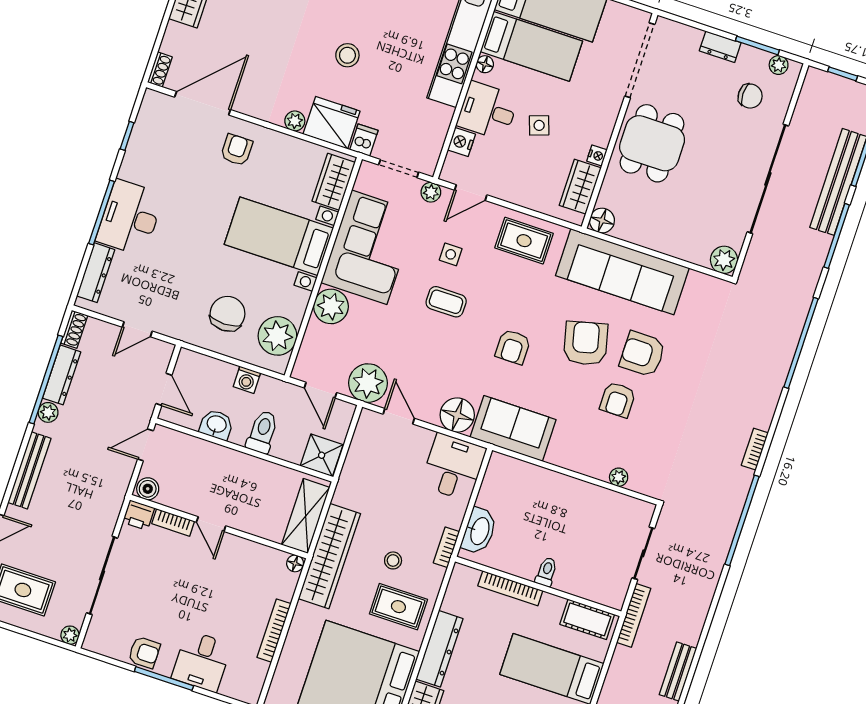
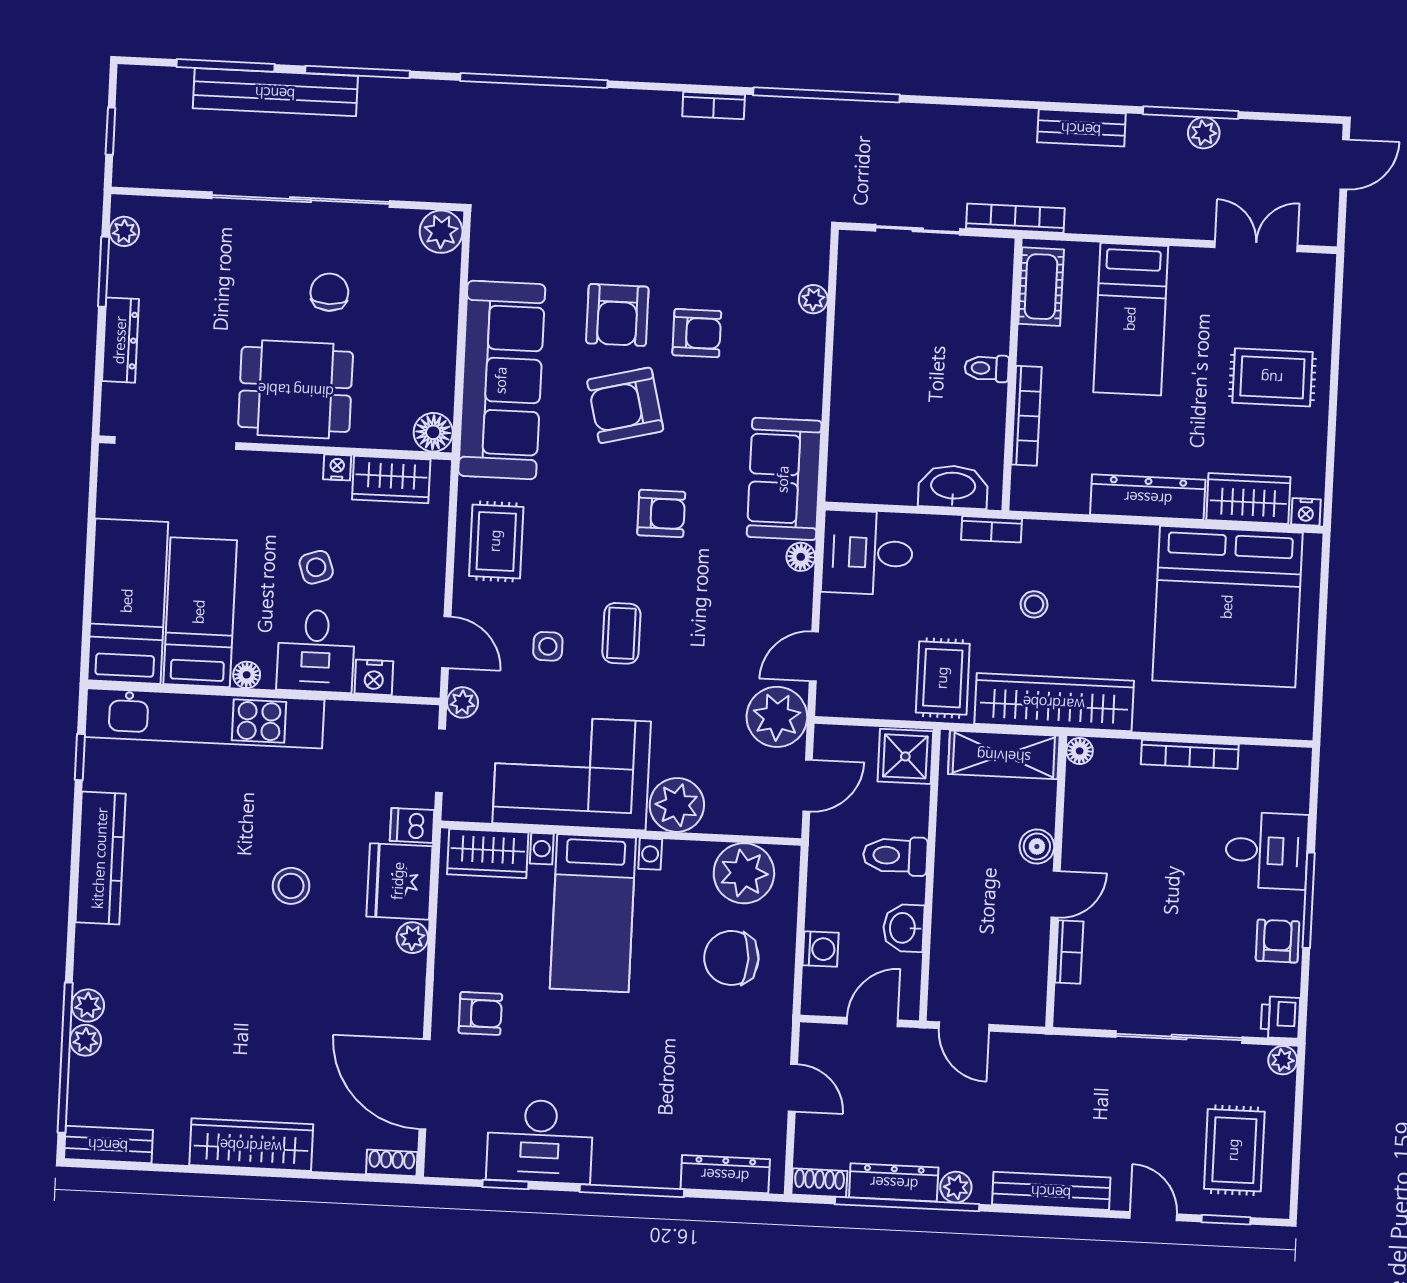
dresser: (720, 47) -> (121, 340), width x1.44
chair: (750, 96) -> (329, 292), moved
armchair: (237, 150) -> (480, 1013), turned 180
desk: (130, 218) -> (540, 1141), moved
washing machine: (247, 380) -> (821, 949), moved
floor lamp: (457, 415) -> (801, 557), width x0.53, depth x0.53
boiler: (148, 489) -> (1037, 846), moved
printer: (139, 515) -> (1280, 1017), moved, turned 180
rug: (398, 607) -> (943, 678), moved

